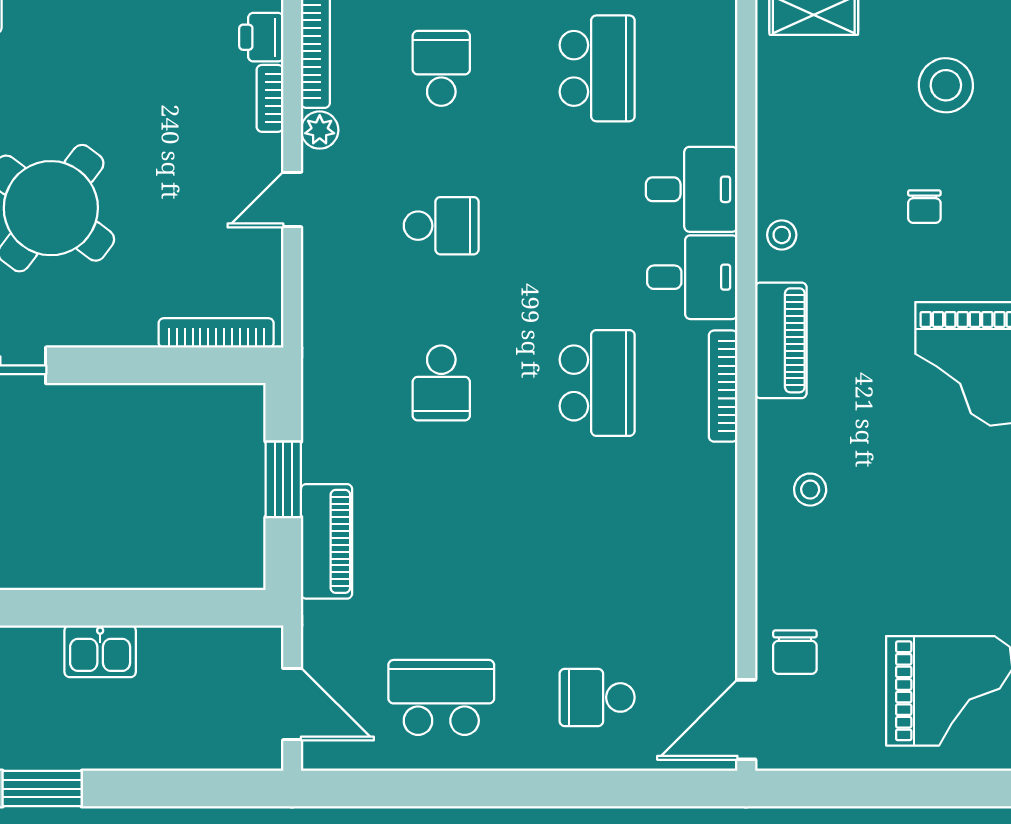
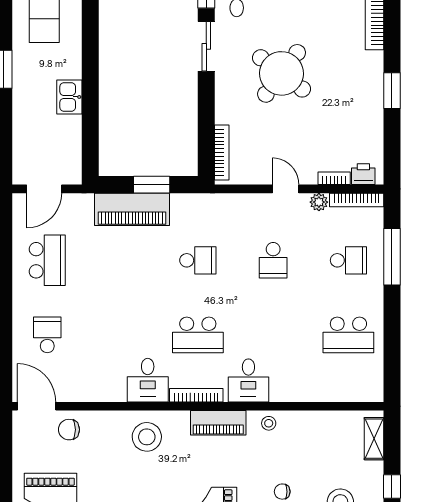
desk: (692, 189) -> (148, 380), moved
school desk: (441, 383) -> (198, 260), turned 180
stool: (810, 490) -> (147, 437), width x1.89, depth x1.89
piano: (327, 541) -> (132, 209), width x1.37, depth x1.33

